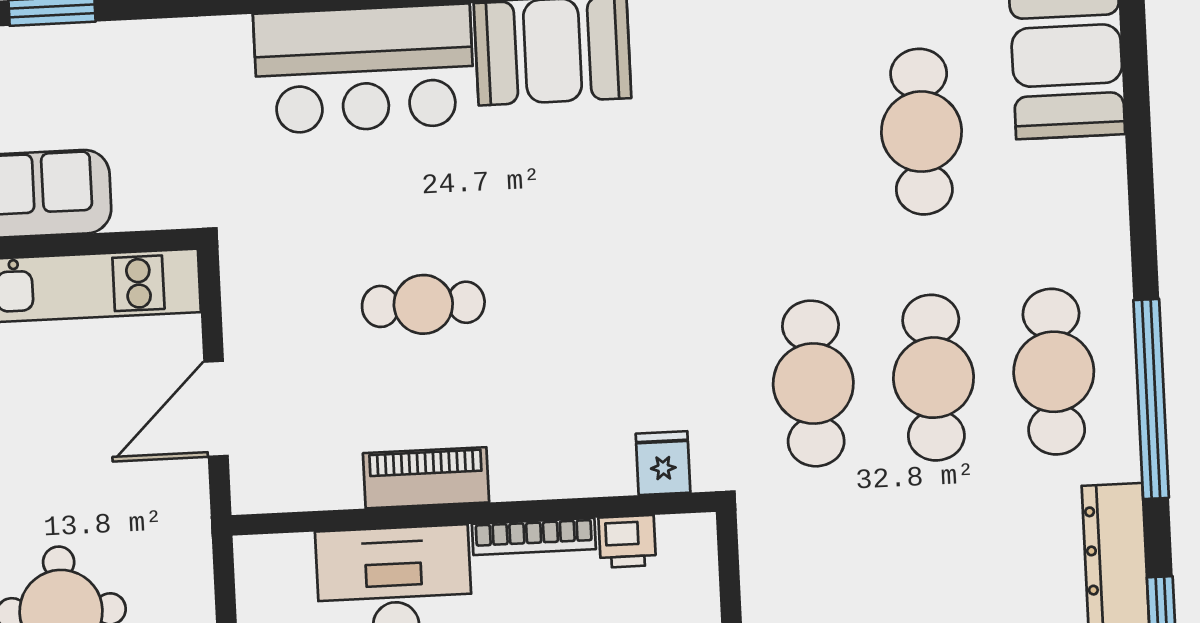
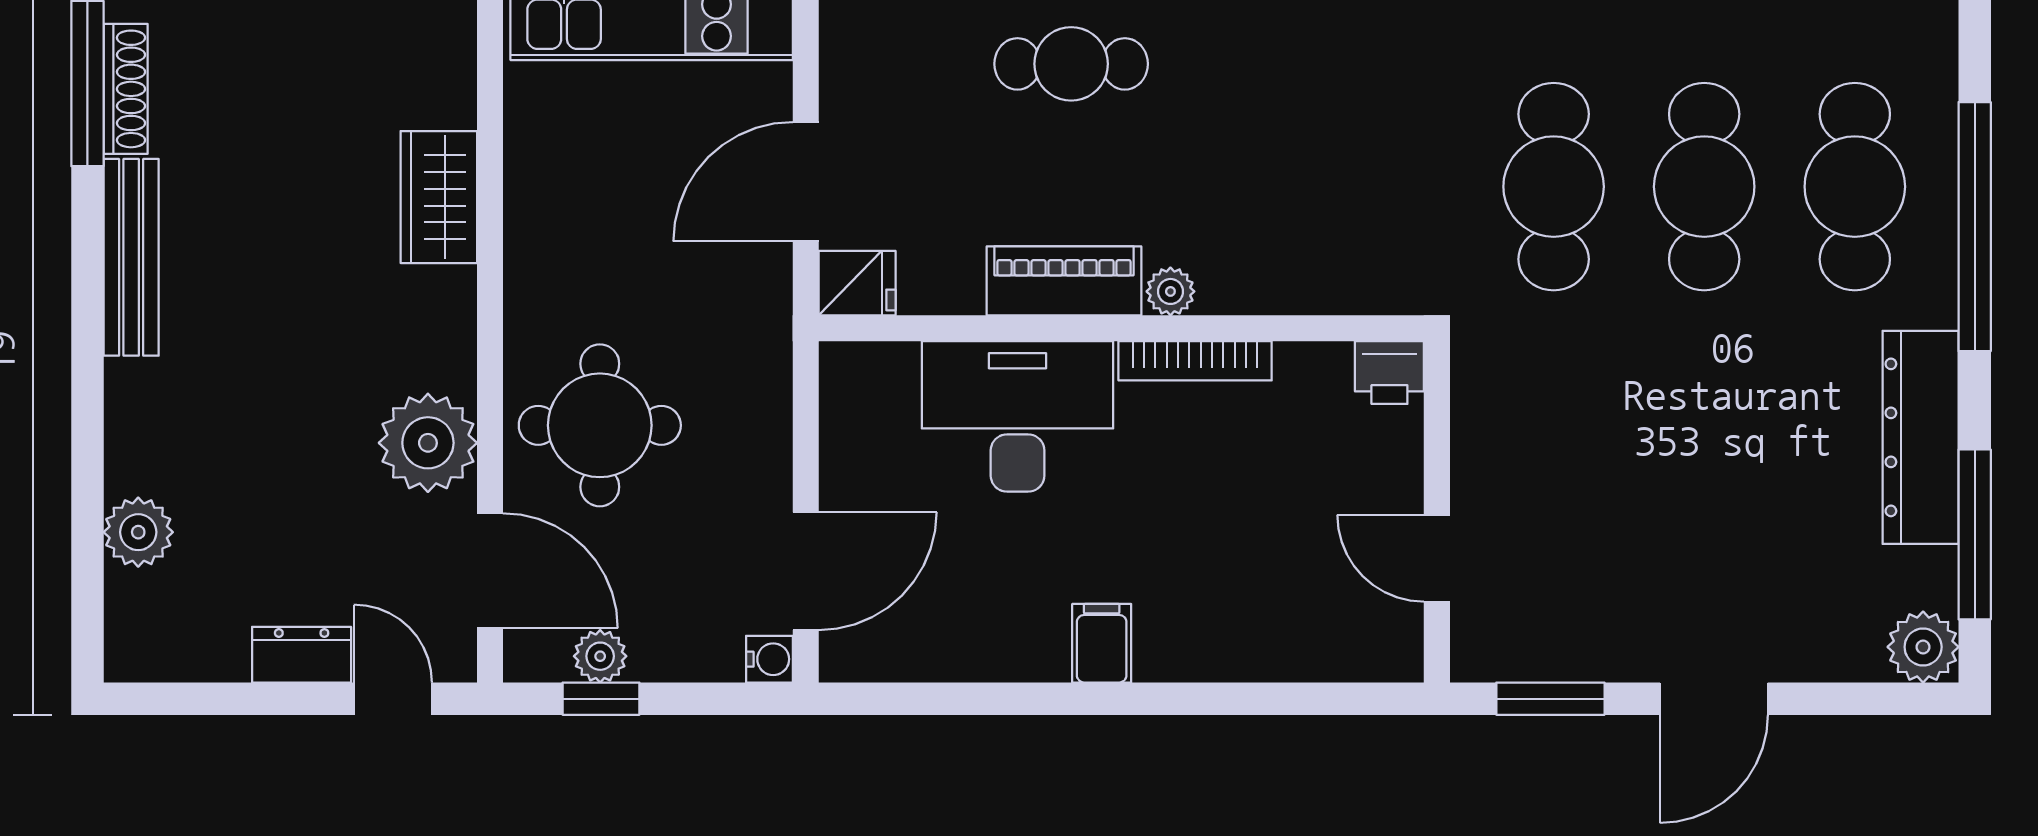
fridge: (663, 463) -> (857, 283), moved, turned 90
plant: (511, 482) -> (1170, 291), added
printer: (627, 541) -> (1389, 373), moved

